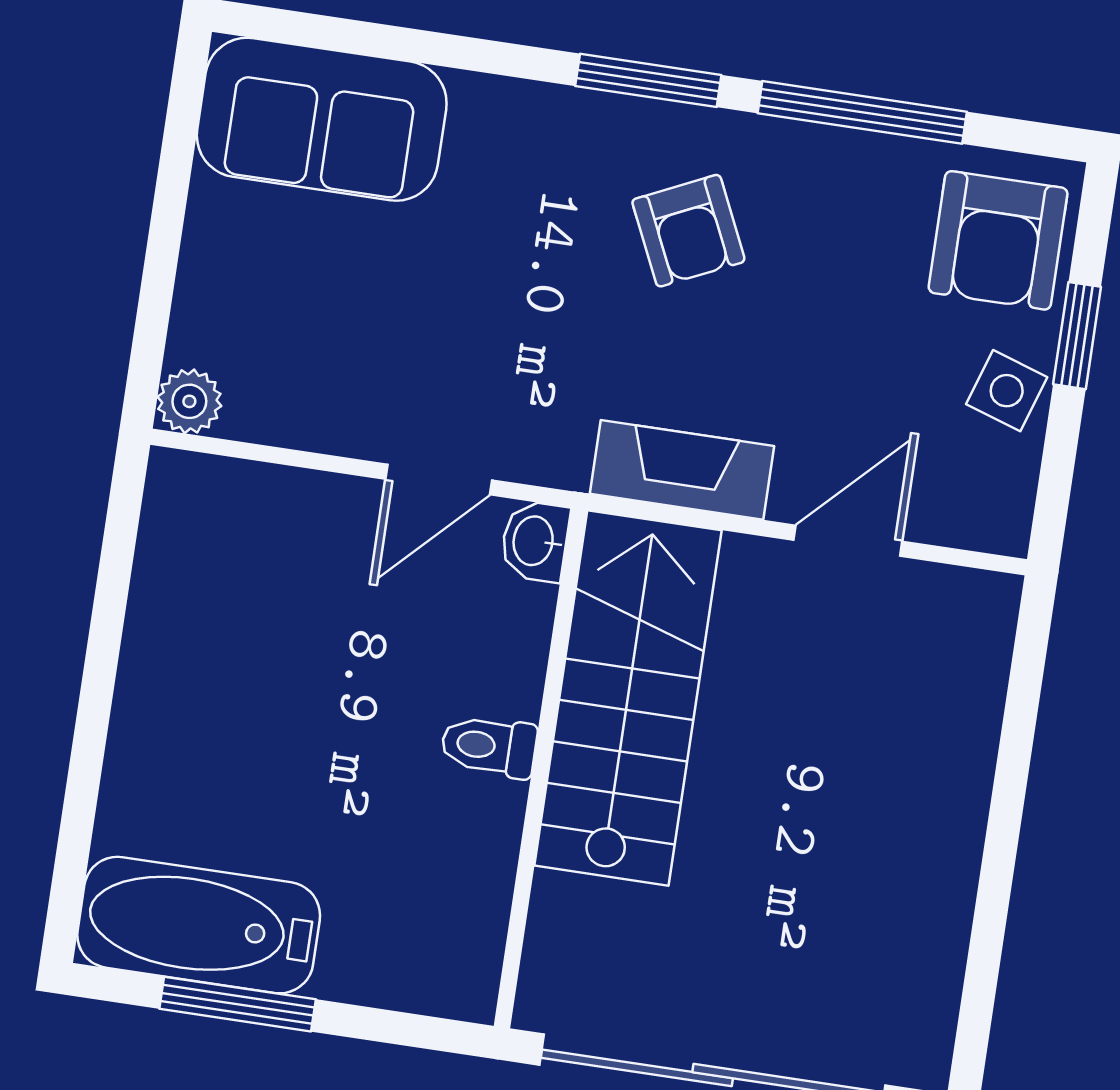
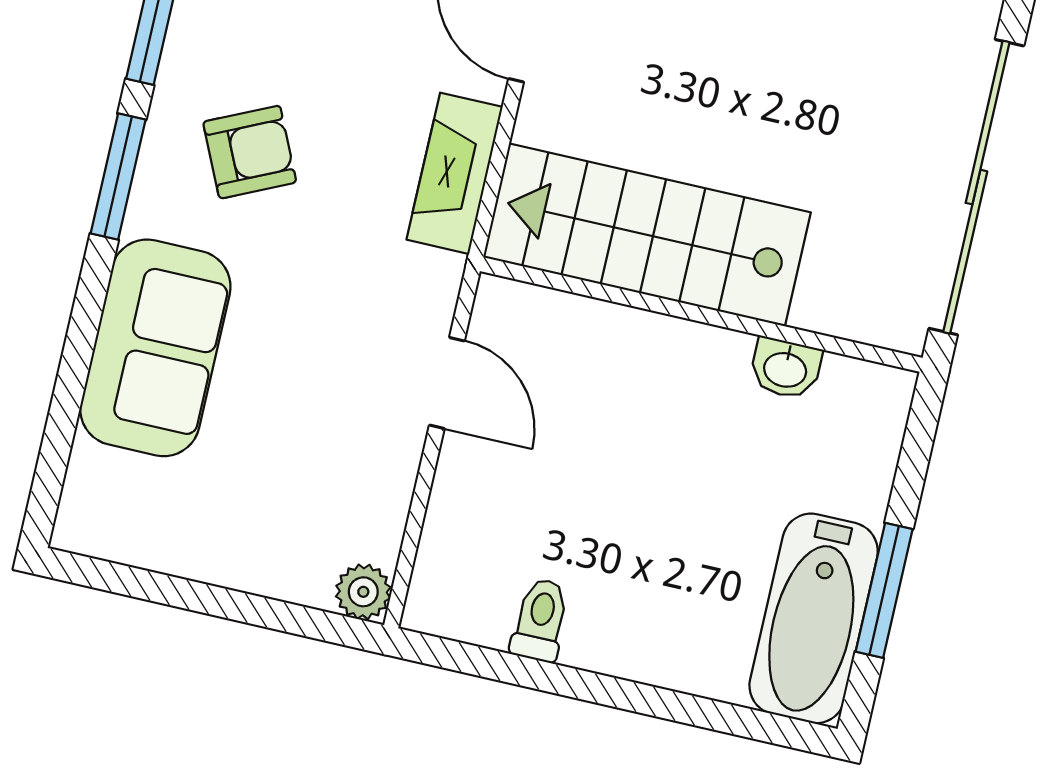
sofa: (322, 119) -> (155, 348), moved
washbasin: (535, 541) -> (785, 368), moved
toilet: (489, 746) -> (540, 620), moved, turned 180

